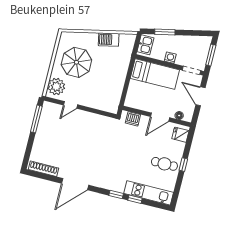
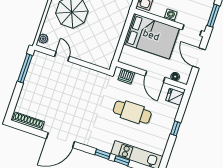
bed: (155, 74) -> (151, 36), width x1.50
plant: (56, 87) -> (43, 39), width x0.53, depth x0.53
door: (70, 105) -> (62, 56), swing flipped
door: (160, 117) -> (155, 77), hinge flipped
cafe table: (164, 164) -> (132, 112), moved, width x1.37, depth x1.35

